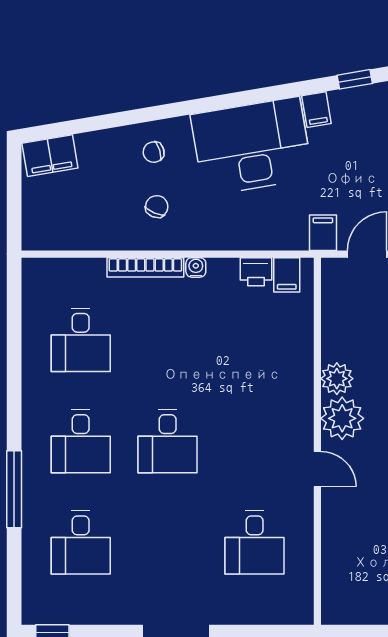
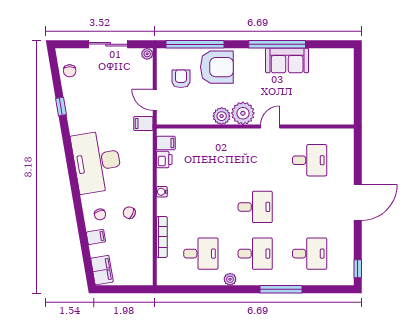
filing cabinet: (316, 110) -> (96, 237), moved
bookcase: (145, 267) -> (162, 237), moved
plant: (33, 394) -> (230, 279), added

